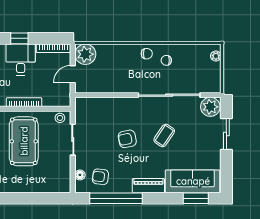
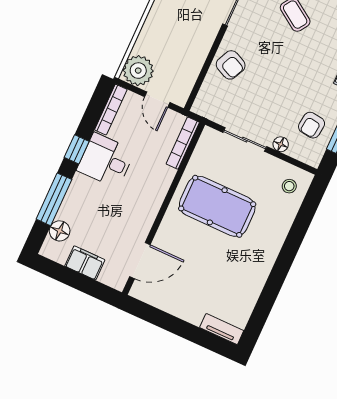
bookcase: (24, 102) -> (183, 143), moved
stool: (60, 118) -> (289, 186), moved
armchair: (127, 139) -> (231, 65), moved, turned -54
floor lamp: (80, 175) -> (281, 144), moved

